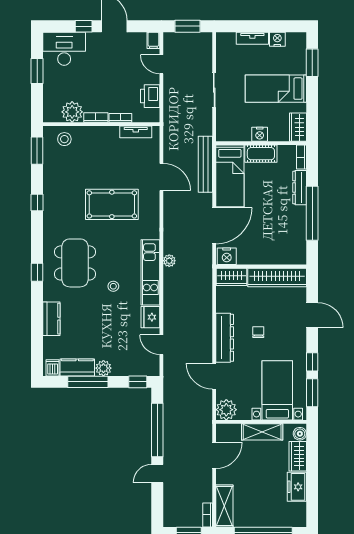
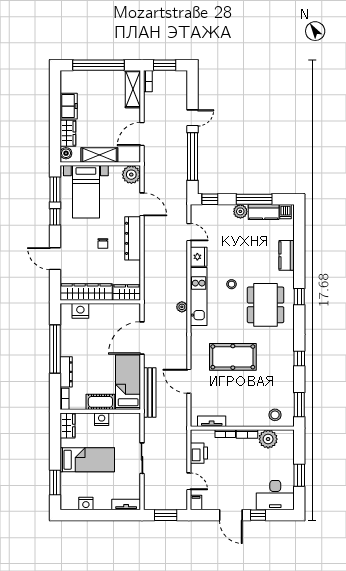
tv unit: (252, 38) -> (126, 504), moved
nightstand: (227, 256) -> (80, 311), moved

